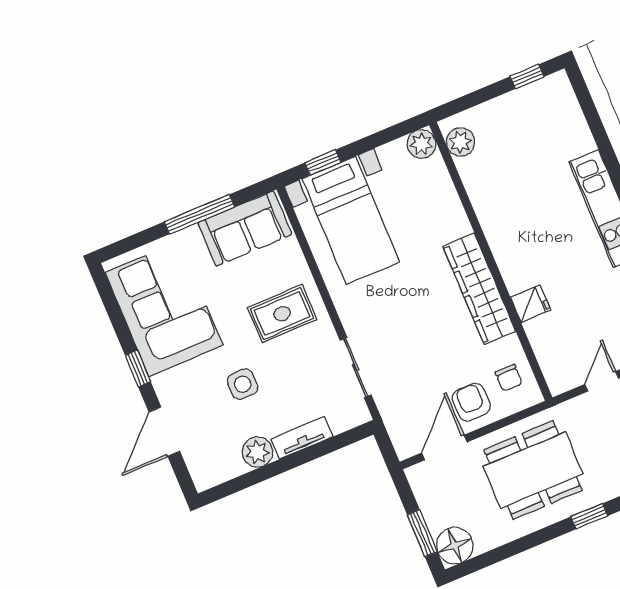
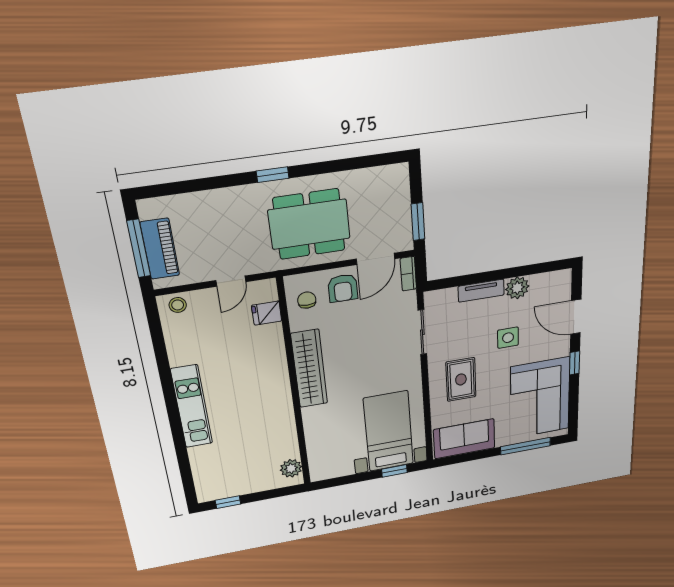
plant: (421, 144) -> (320, 472), removed
window: (199, 214) -> (526, 446), moved
fridge: (531, 304) -> (267, 313), moved
rug: (282, 314) -> (461, 379), turned 90
door: (164, 432) -> (576, 317), swing flipped
bookcase: (399, 438) -> (408, 274), added
window: (422, 533) -> (418, 222), moved
floor lamp: (455, 546) -> (394, 179), removed

